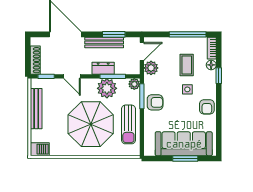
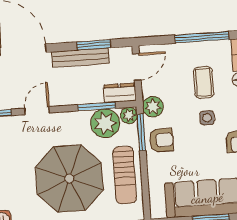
dresser: (103, 68) -> (120, 93), moved
plant: (151, 68) -> (153, 107), moved
door: (72, 76) -> (37, 111), swing flipped
plant: (107, 88) -> (105, 123), moved

